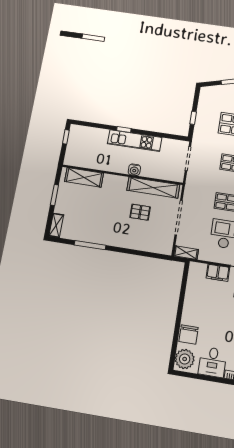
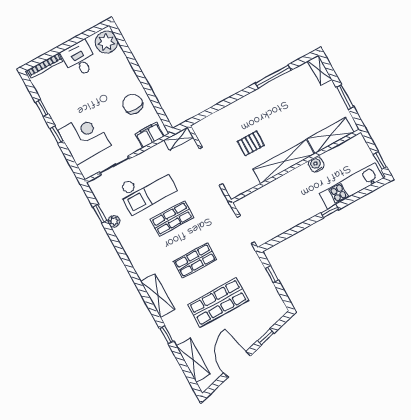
kitchen unit: (135, 141) -> (351, 186), moved
water cooler: (134, 170) -> (316, 164), moved
shelving: (153, 188) -> (284, 162), moved
filing cabinet: (218, 273) -> (150, 135), moved
chair: (189, 334) -> (133, 104), moved

